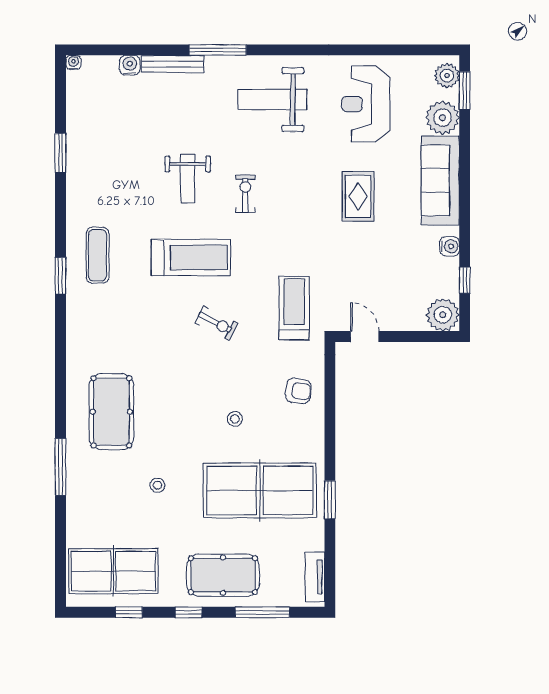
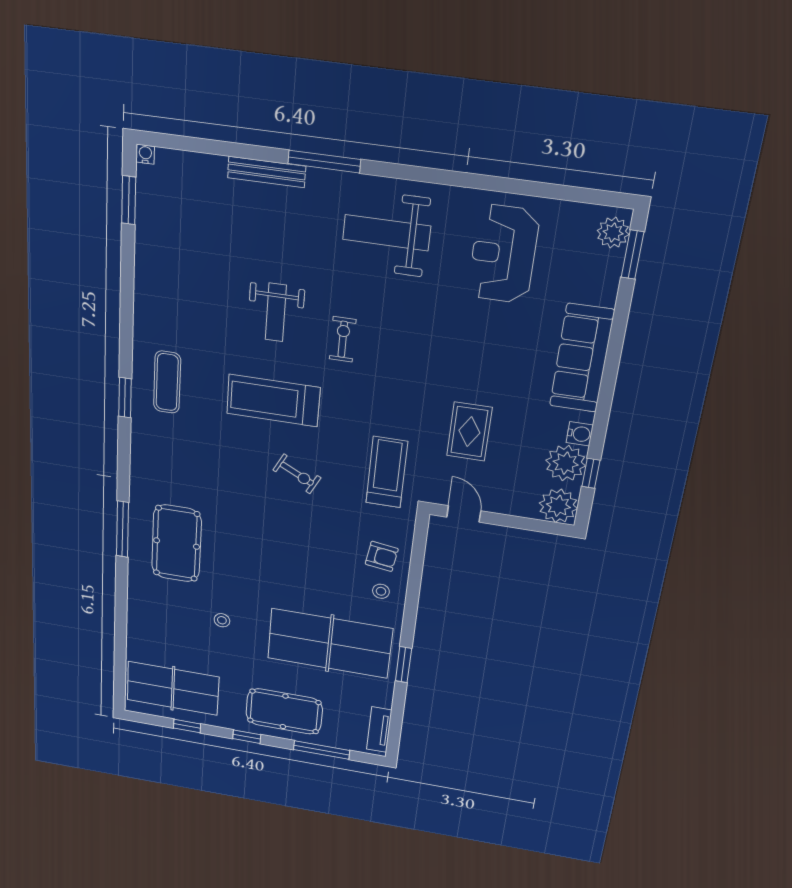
water cooler: (130, 65) -> (214, 167), removed
plant: (443, 118) -> (566, 463), moved
window: (60, 153) -> (129, 200), moved
rug: (358, 196) -> (469, 432), moved
treadmill: (191, 258) -> (273, 401), turned 180
stool: (235, 419) -> (381, 591), moved
window: (60, 467) -> (122, 529), moved

